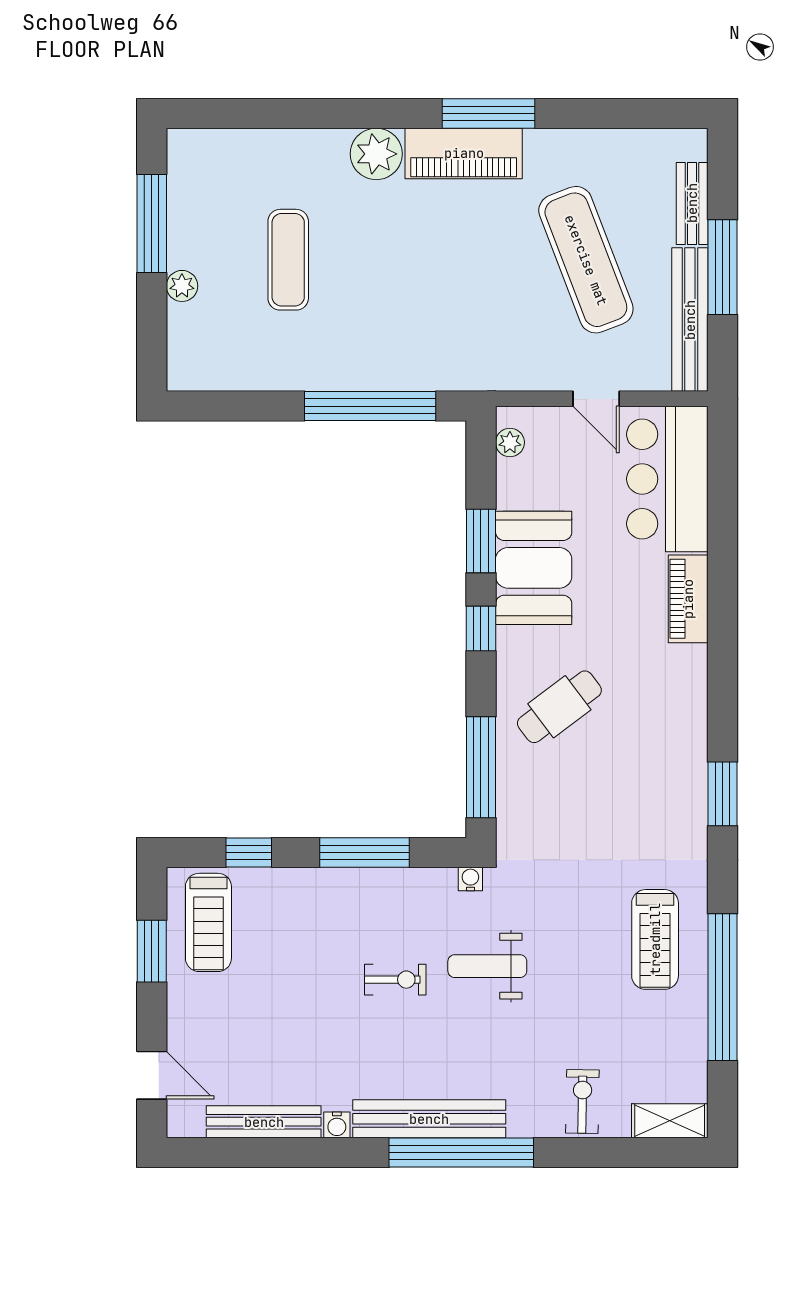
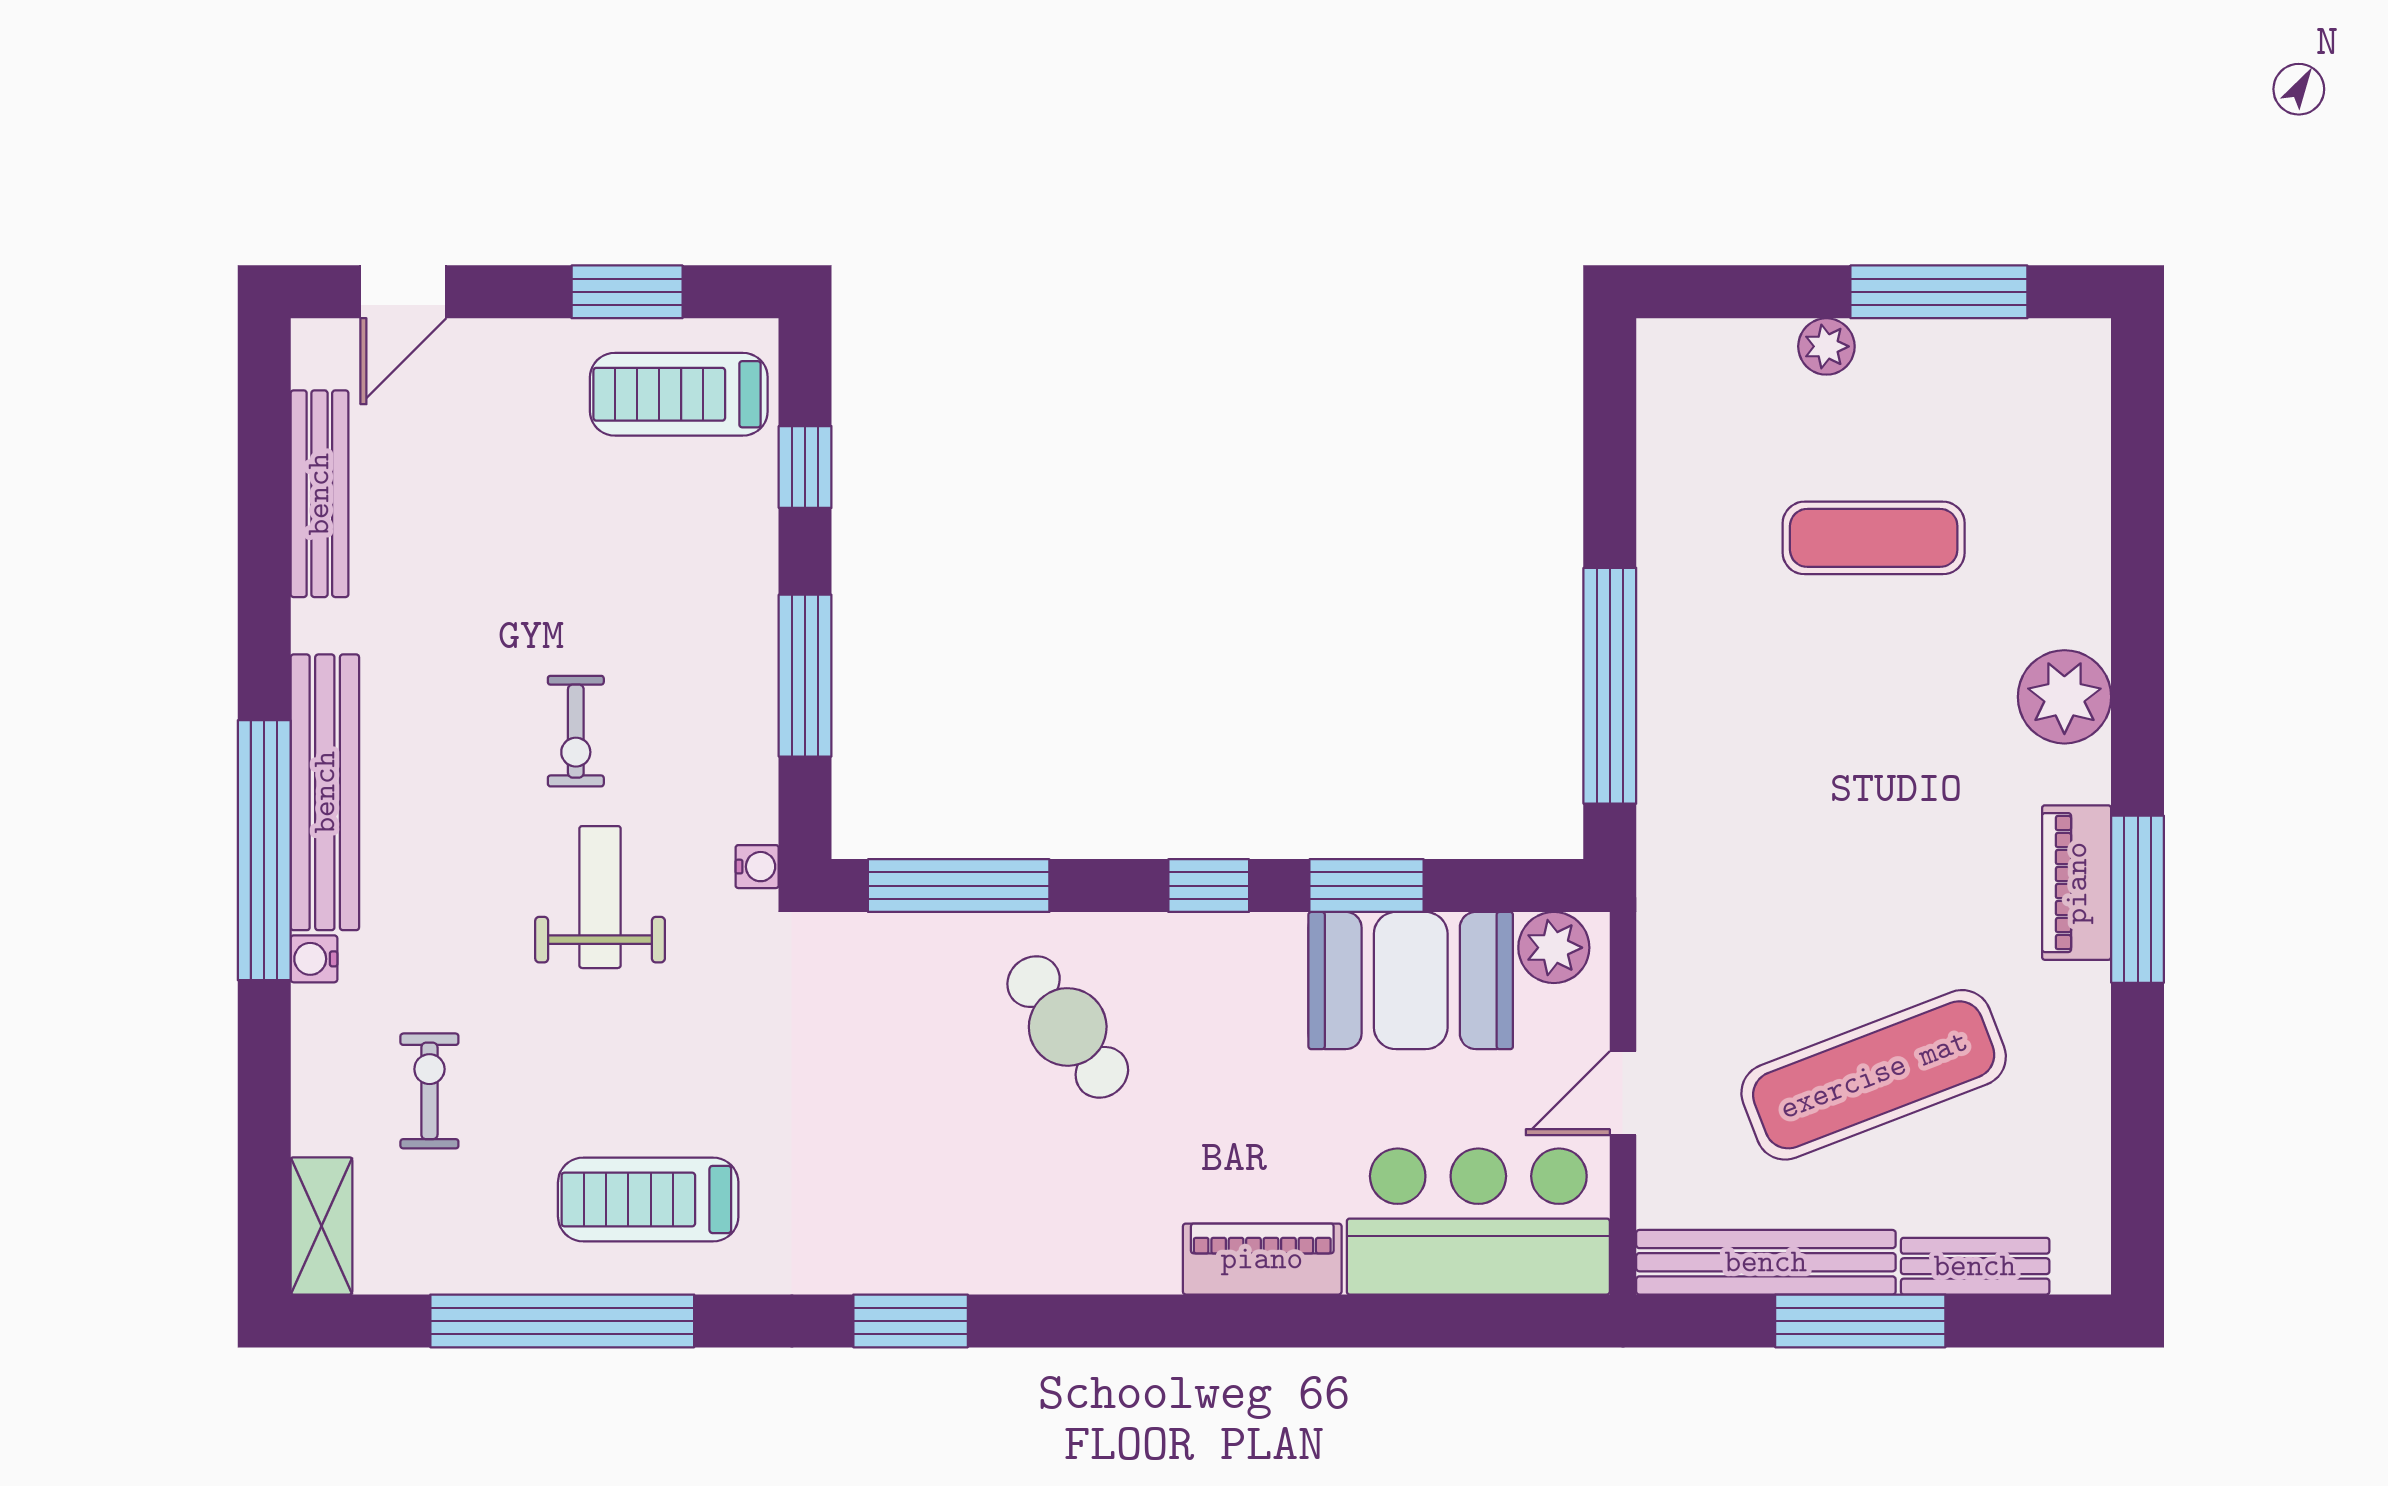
piano: (464, 153) -> (2077, 883), width x0.73, depth x0.75
plant: (510, 442) -> (1554, 948), width x1.38, depth x1.38
booth: (534, 568) -> (1411, 981), moved
exercise bike: (582, 1101) -> (429, 1091), moved, turned -91
water cooler: (337, 1125) -> (314, 959), moved

